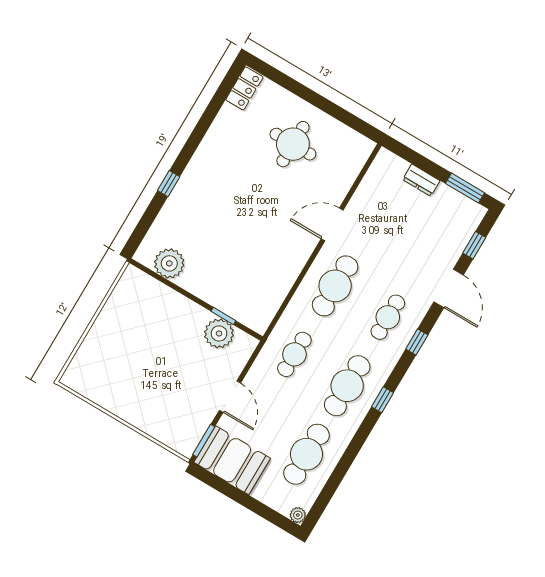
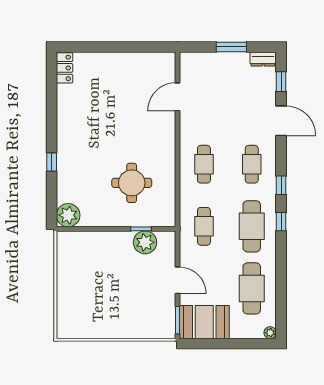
round table: (293, 144) -> (132, 183), moved
dresser: (421, 180) -> (263, 59), moved
window: (465, 188) -> (231, 47), moved
door: (332, 224) -> (177, 97), moved
plant: (169, 263) -> (68, 215), moved
cafe table: (335, 286) -> (204, 164), width x0.73, depth x0.74
window: (417, 342) -> (281, 185), moved

